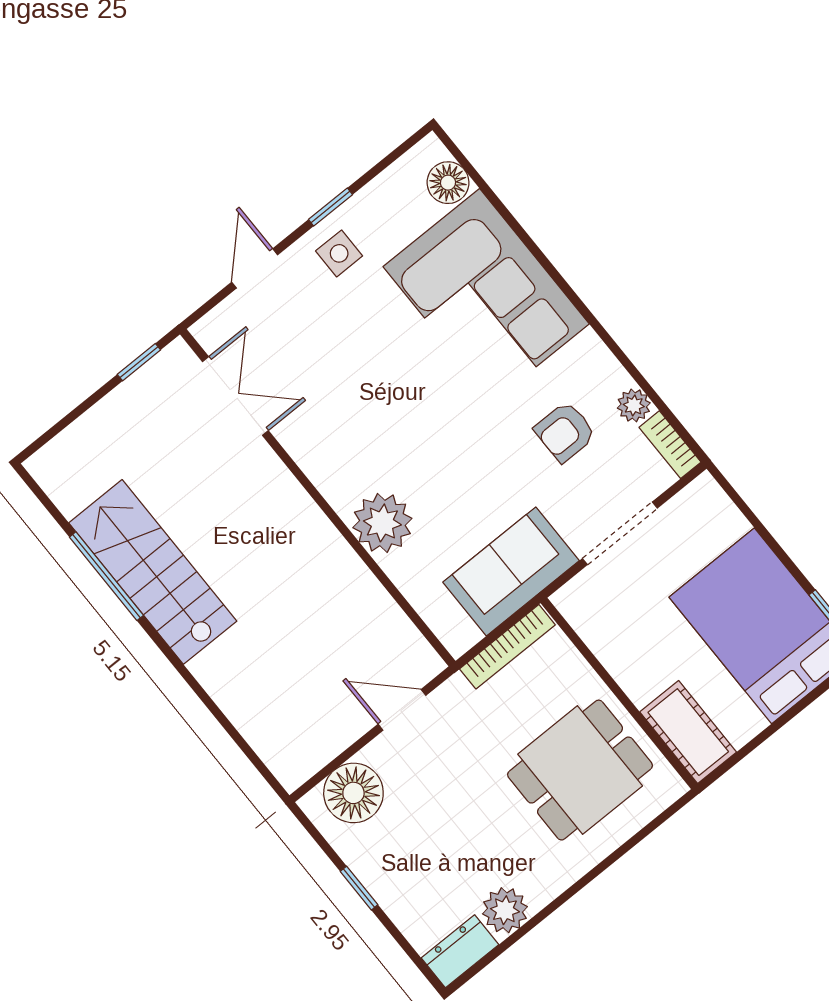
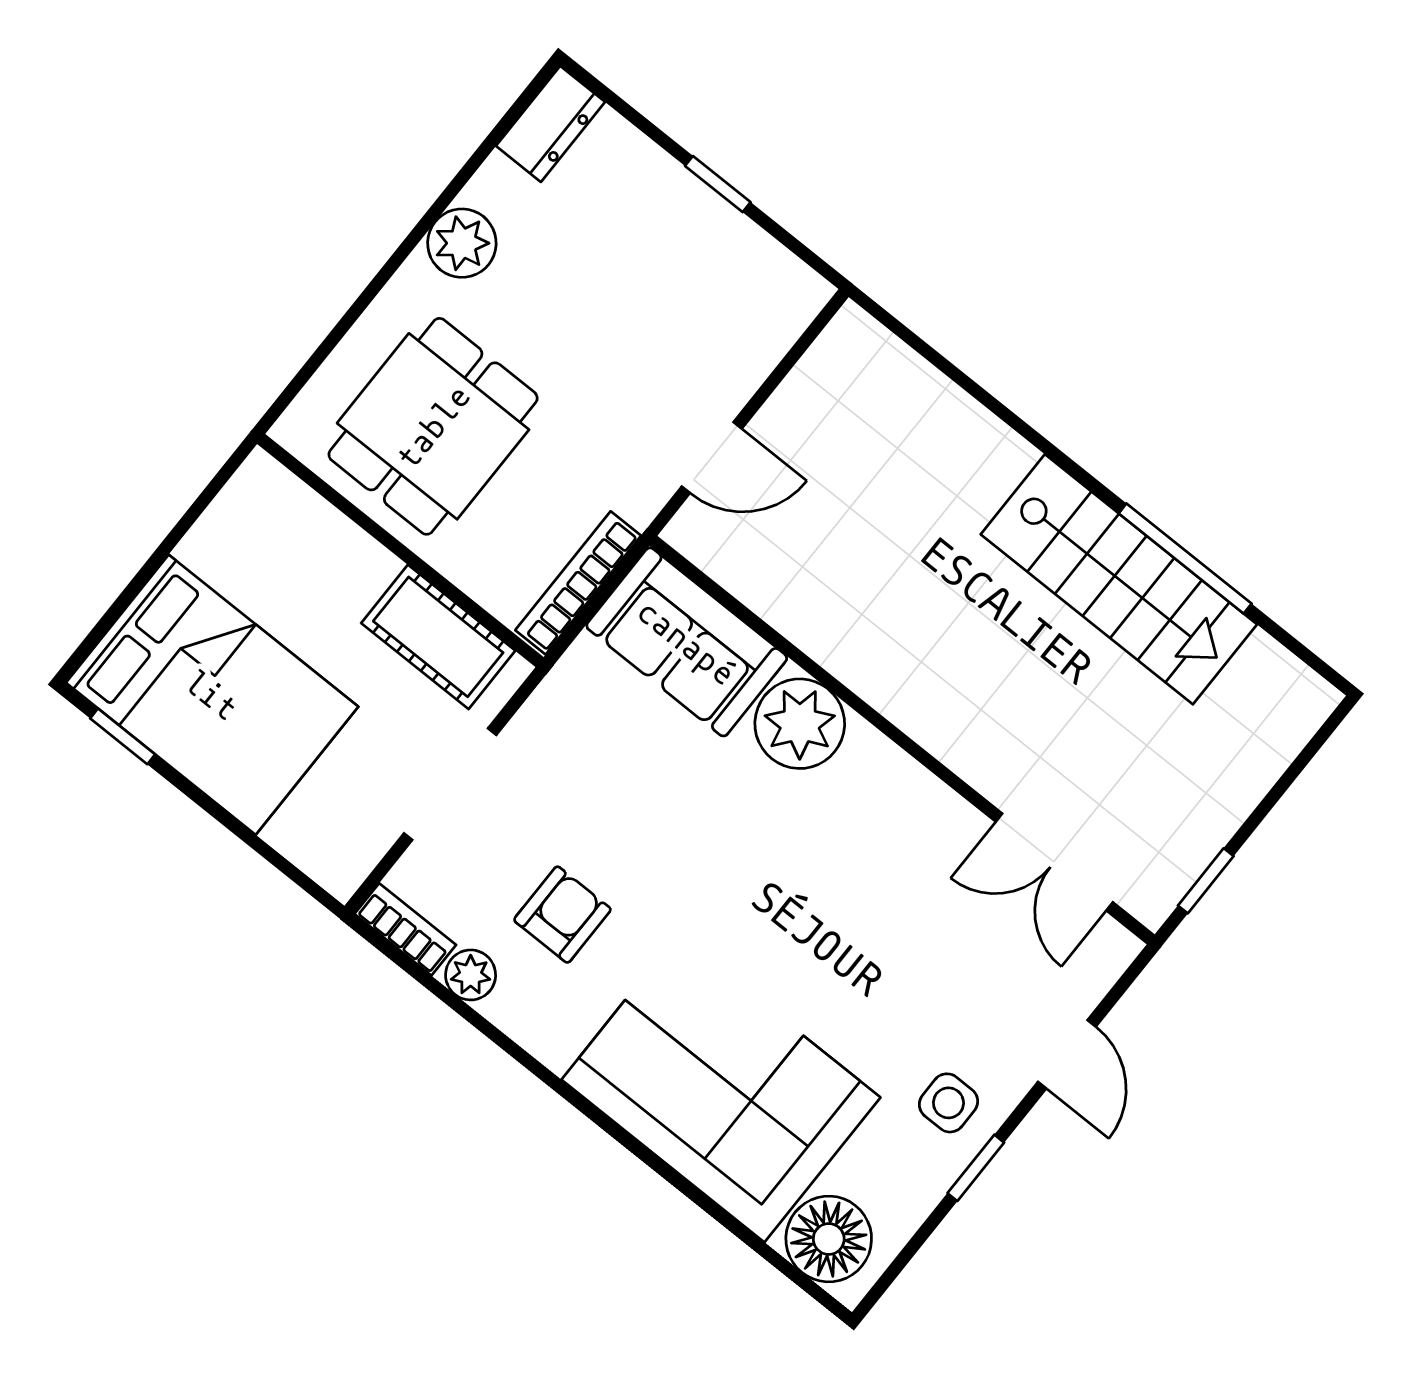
floor lamp: (448, 183) -> (829, 1239), width x1.38, depth x1.38
sofa: (511, 571) -> (687, 642), moved, turned 90
cot: (688, 732) -> (438, 637), moved
floor lamp: (353, 793) -> (756, 321), removed
plant: (505, 910) -> (462, 243), moved

